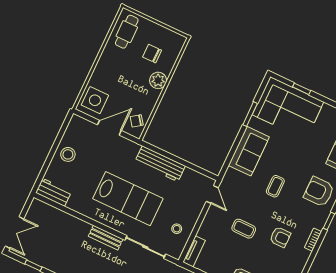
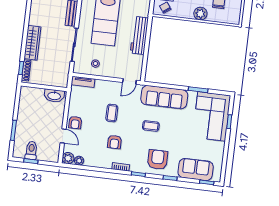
sofa: (249, 151) -> (164, 97), width x1.36

